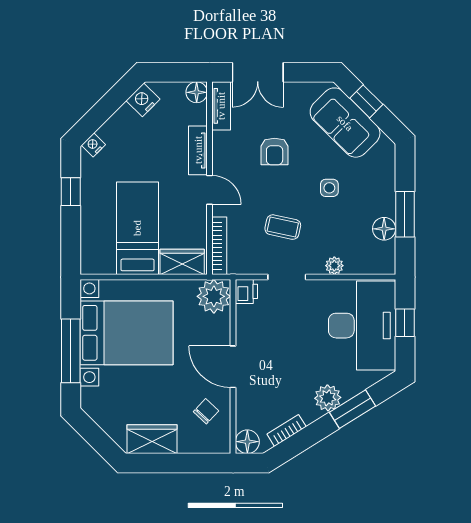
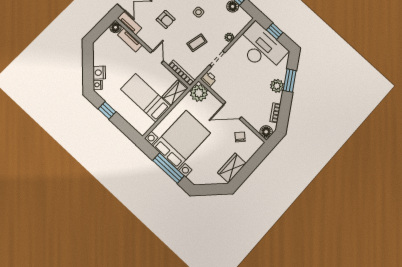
nightstand: (143, 100) -> (99, 73), moved
tv unit: (198, 150) -> (130, 40), moved
door: (210, 190) -> (157, 57), hinge flipped

